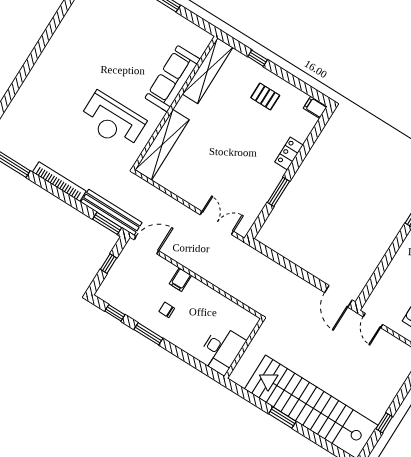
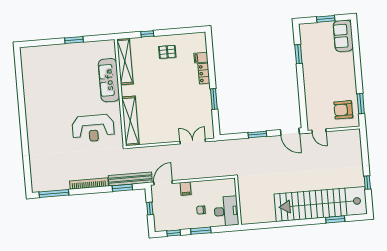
filing cabinet: (315, 107) -> (201, 58), moved
window: (107, 223) -> (122, 188), moved
window: (298, 271) -> (257, 134), added
filing cabinet: (180, 280) -> (186, 189), moved
wall: (244, 349) -> (238, 201), moved
desk: (222, 350) -> (226, 211), moved
window: (282, 418) -> (335, 219), moved

